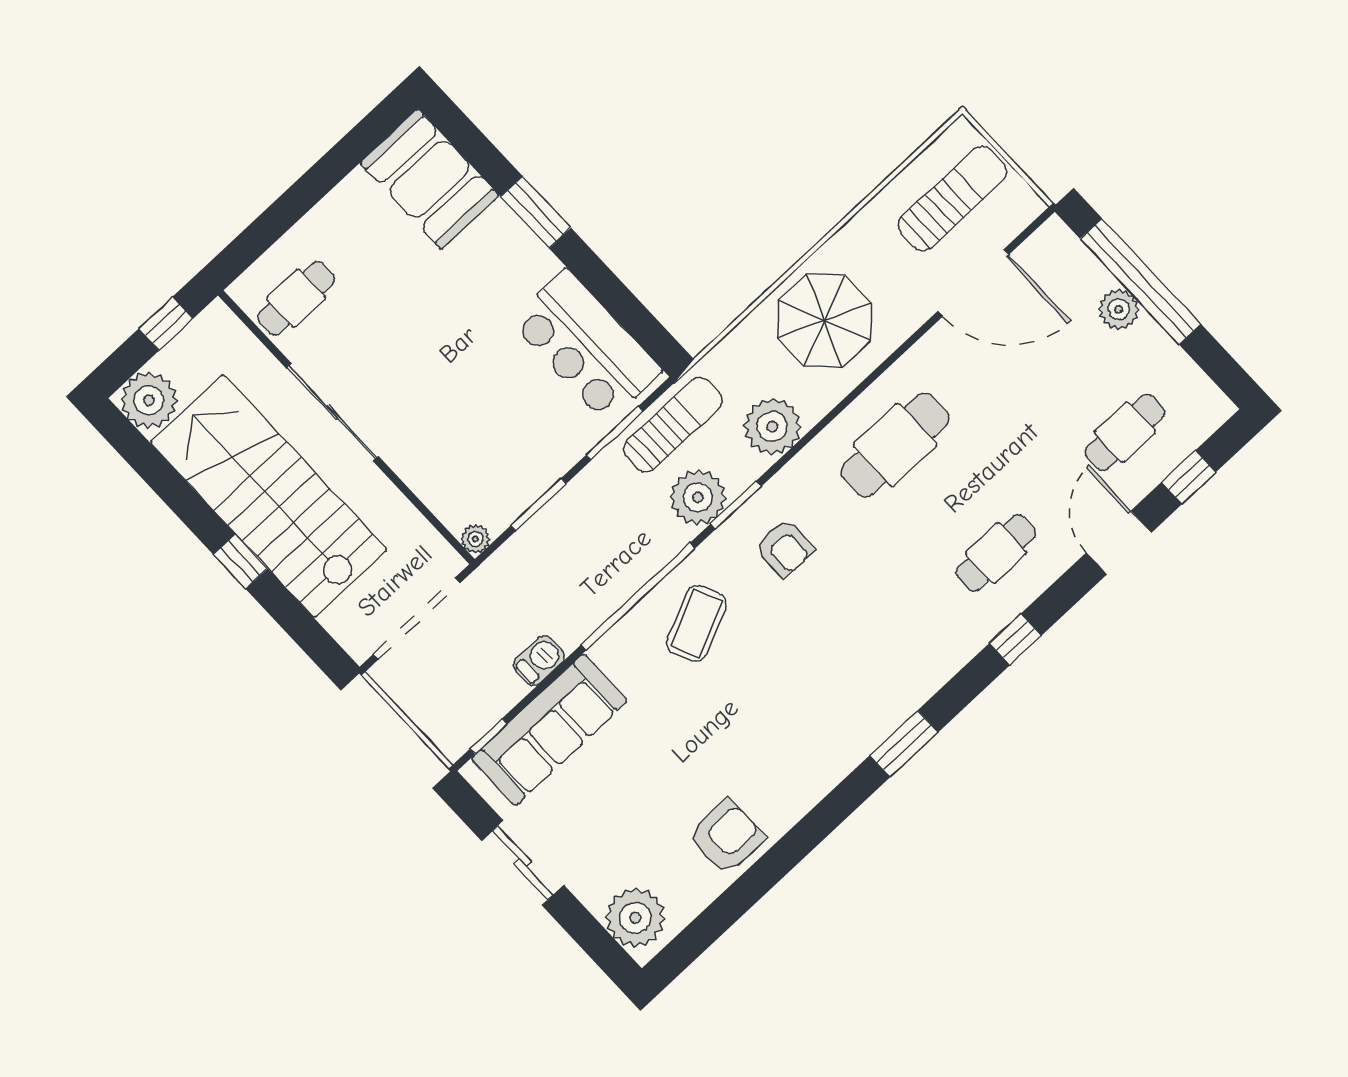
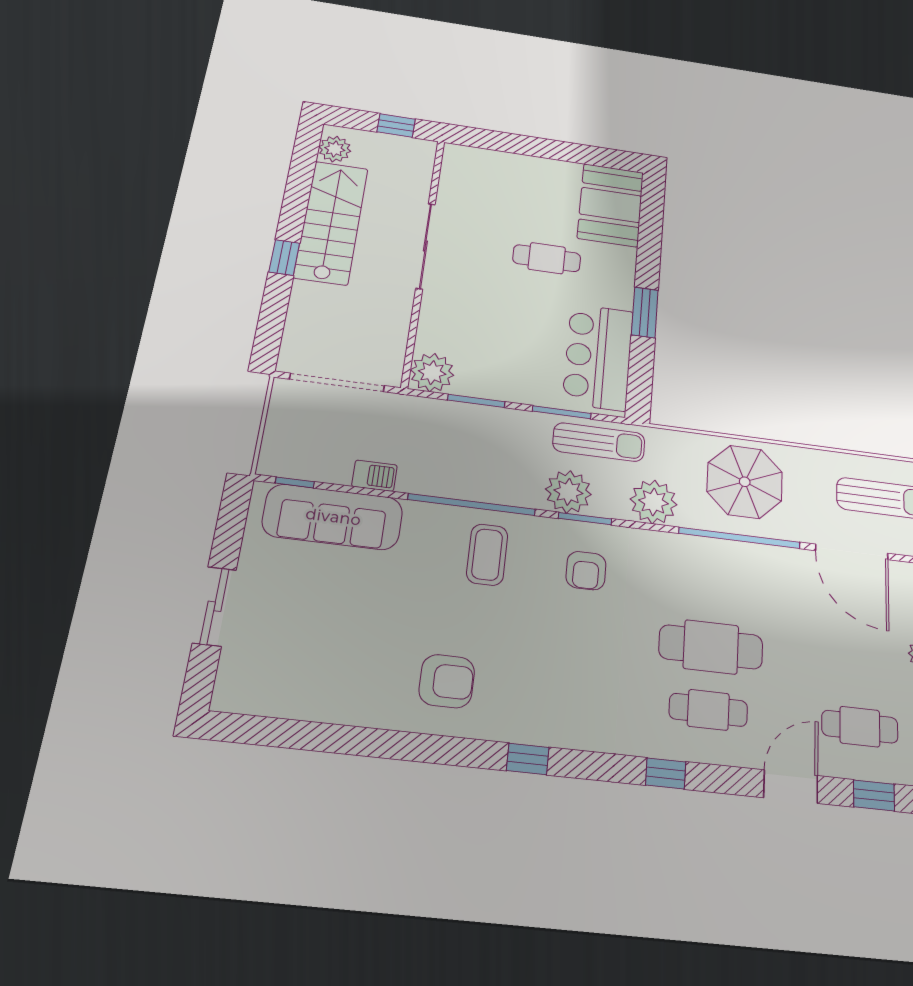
window: (536, 212) -> (645, 312), moved
cafe table: (296, 298) -> (547, 258), moved
window: (872, 378) -> (739, 538), added
plant: (149, 400) -> (335, 149), width x0.73, depth x0.73
cafe table: (895, 445) -> (711, 647), moved
stairs: (269, 496) -> (331, 222), width x0.73, depth x0.66
plant: (475, 539) -> (432, 373), width x1.88, depth x1.88
coffee table: (697, 623) -> (487, 555), turned -66
window: (904, 744) -> (528, 759), width x0.67
armchair: (727, 837) -> (447, 681), moved
sliding door: (523, 863) -> (214, 606), moved
plant: (635, 918) -> (244, 677), removed

